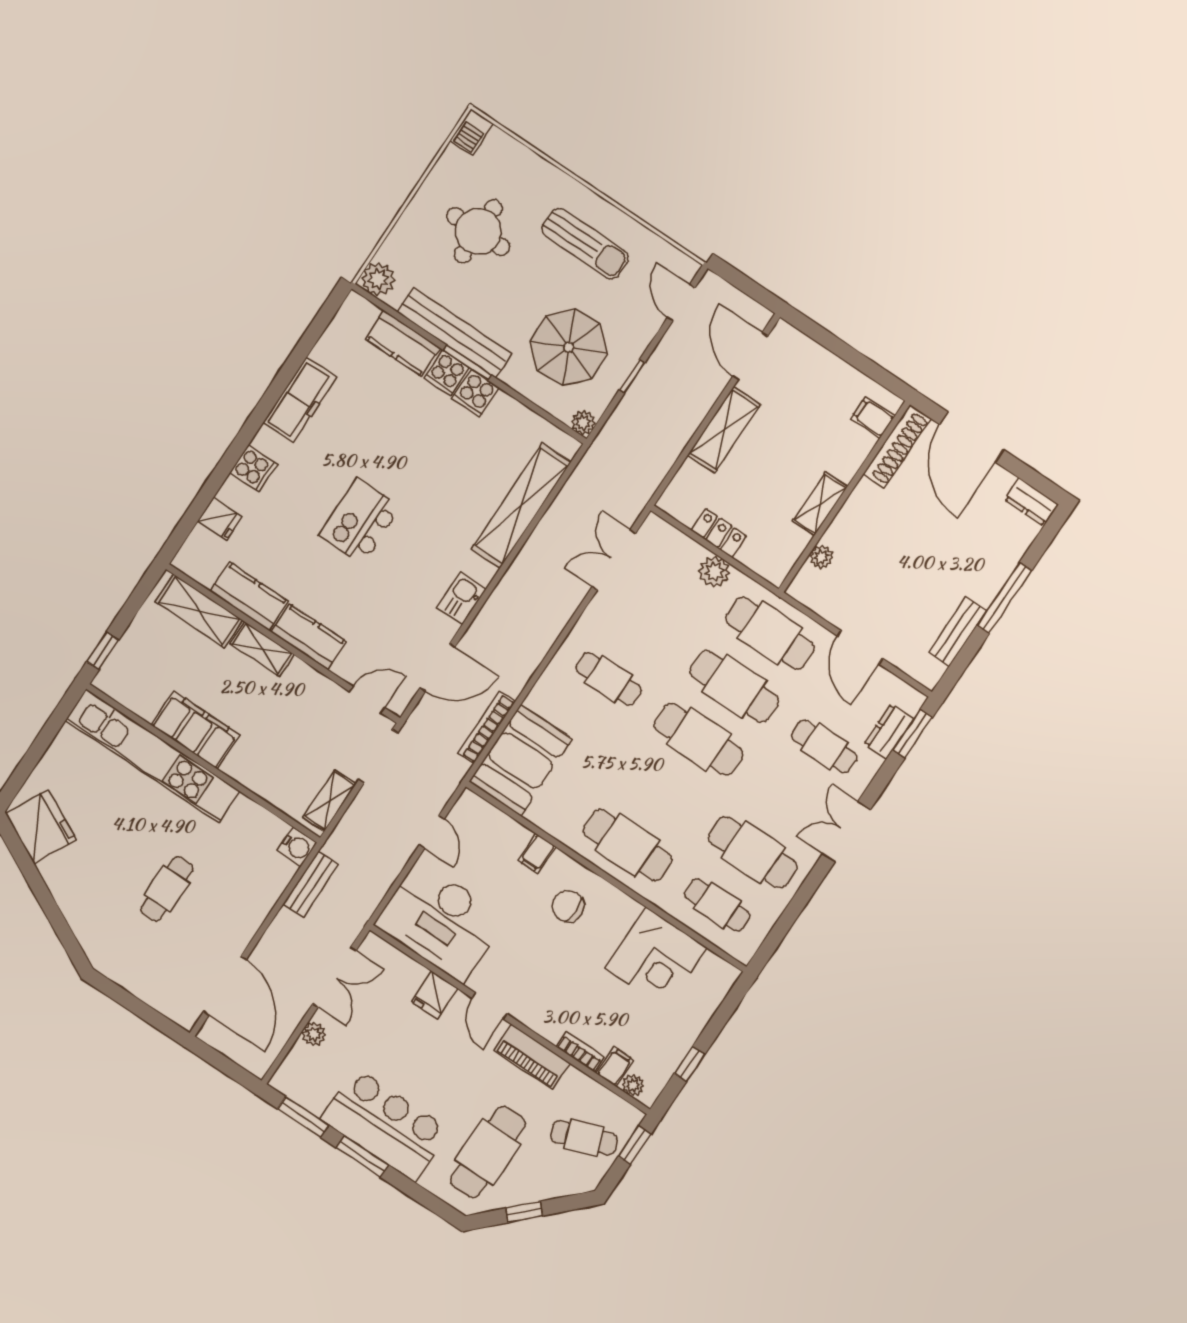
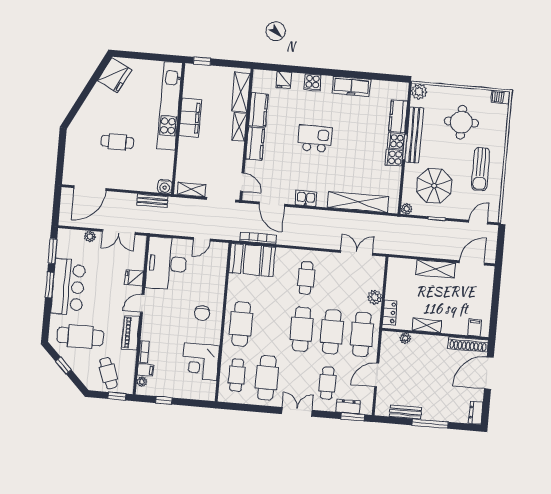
locker: (719, 533) -> (390, 313), moved
filing cabinet: (537, 854) -> (217, 288), removed
chair: (568, 906) -> (202, 313), turned 180

